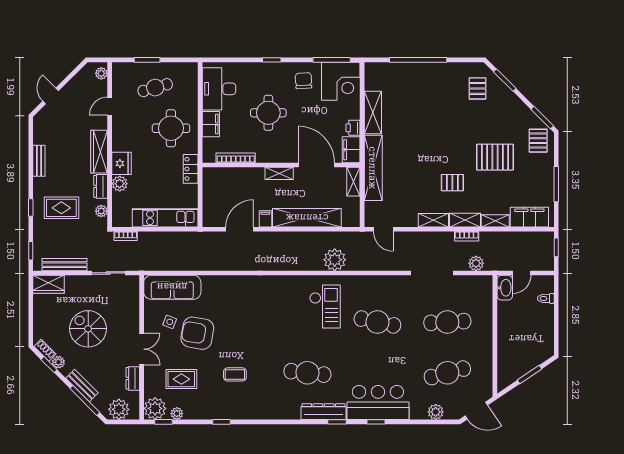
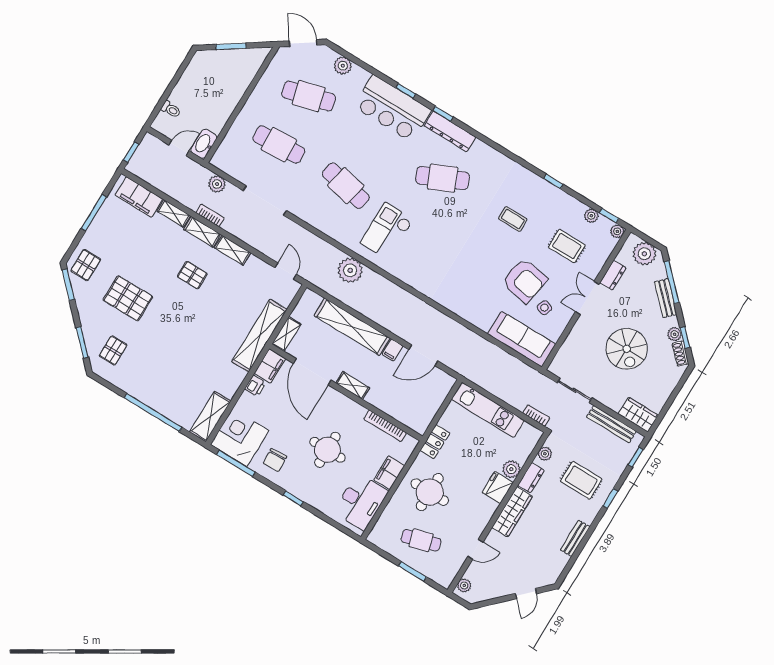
shelving: (373, 112) -> (210, 417), moved
pallet: (495, 157) -> (128, 298), moved
cafe table: (307, 373) -> (443, 178), turned -30
plant: (155, 408) -> (617, 231), width x0.53, depth x0.53

